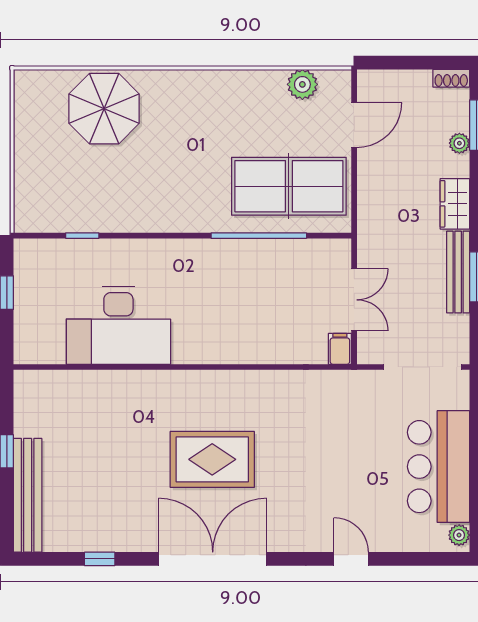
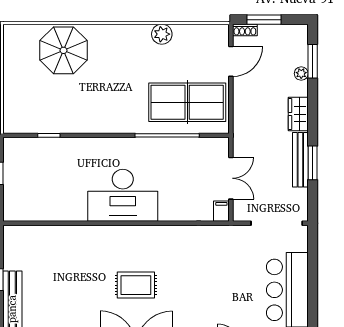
window: (404, 63) -> (264, 20), added
shoe rack: (451, 78) -> (245, 30), moved
plant: (302, 84) -> (162, 34), moved
desk: (118, 325) -> (123, 195), moved
rug: (212, 459) -> (136, 285), width x0.73, depth x0.70

